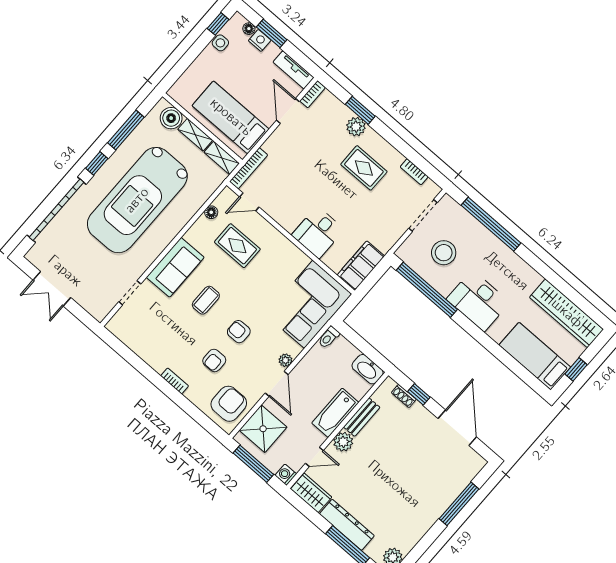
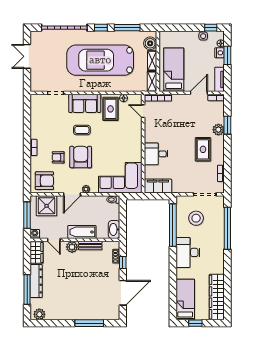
rug: (237, 246) -> (110, 109), moved
armchair: (239, 332) -> (81, 157), width x1.88, depth x1.88

